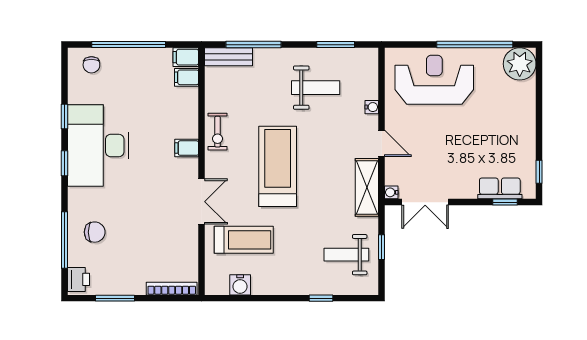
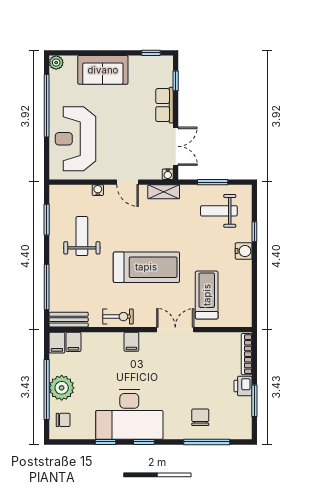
bench: (228, 57) -> (69, 320), moved, turned 90
plant: (131, 63) -> (62, 388), added
plant: (520, 64) -> (56, 63), width x0.53, depth x0.53
sofa: (518, 113) -> (103, 70), added
door: (382, 143) -> (128, 182), swing flipped
treadmill: (278, 166) -> (146, 267), turned 180
shelving: (367, 187) -> (164, 192), width x0.67, depth x0.75
row of seats: (500, 188) -> (165, 105), moved
window: (382, 247) -> (213, 182), width x1.50
weight bench: (346, 255) -> (219, 211), turned 90
printer: (79, 279) -> (243, 386), moved, turned -90
water cooler: (240, 285) -> (244, 251), moved

